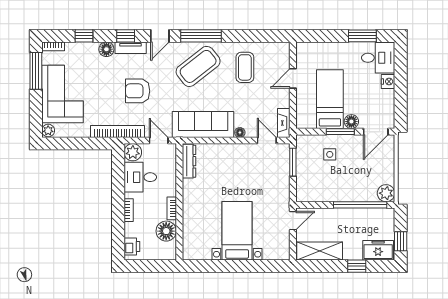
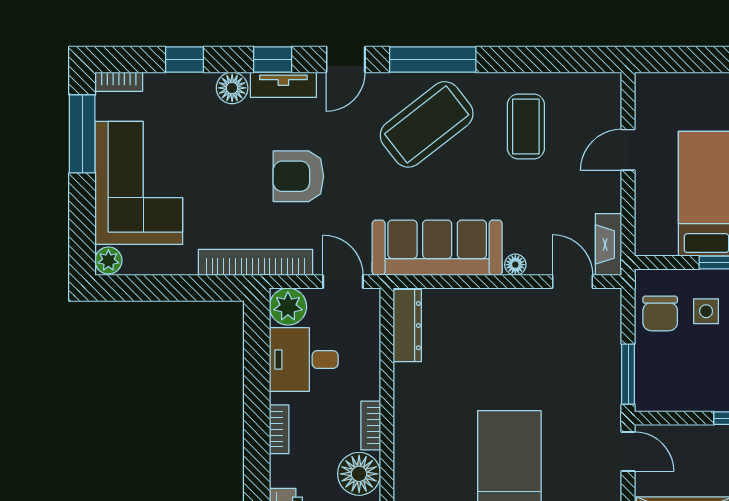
chair: (308, 156) -> (660, 314), added
window: (293, 162) -> (628, 374), moved
door: (293, 221) -> (628, 451), hinge flipped

